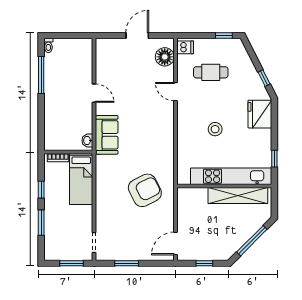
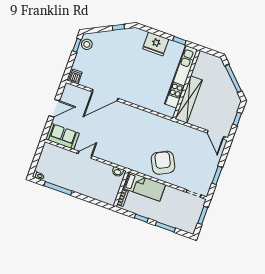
door: (137, 35) -> (54, 108), swing flipped
floor lamp: (165, 57) -> (77, 94), removed
cafe table: (211, 72) -> (100, 64), removed
door: (175, 92) -> (105, 95), width x1.87
fridge: (260, 114) -> (156, 44), moved
stool: (215, 129) -> (87, 44), moved
sofa: (107, 135) -> (62, 136), moved
armchair: (145, 190) -> (163, 163), moved
shelving: (238, 195) -> (189, 100), moved

